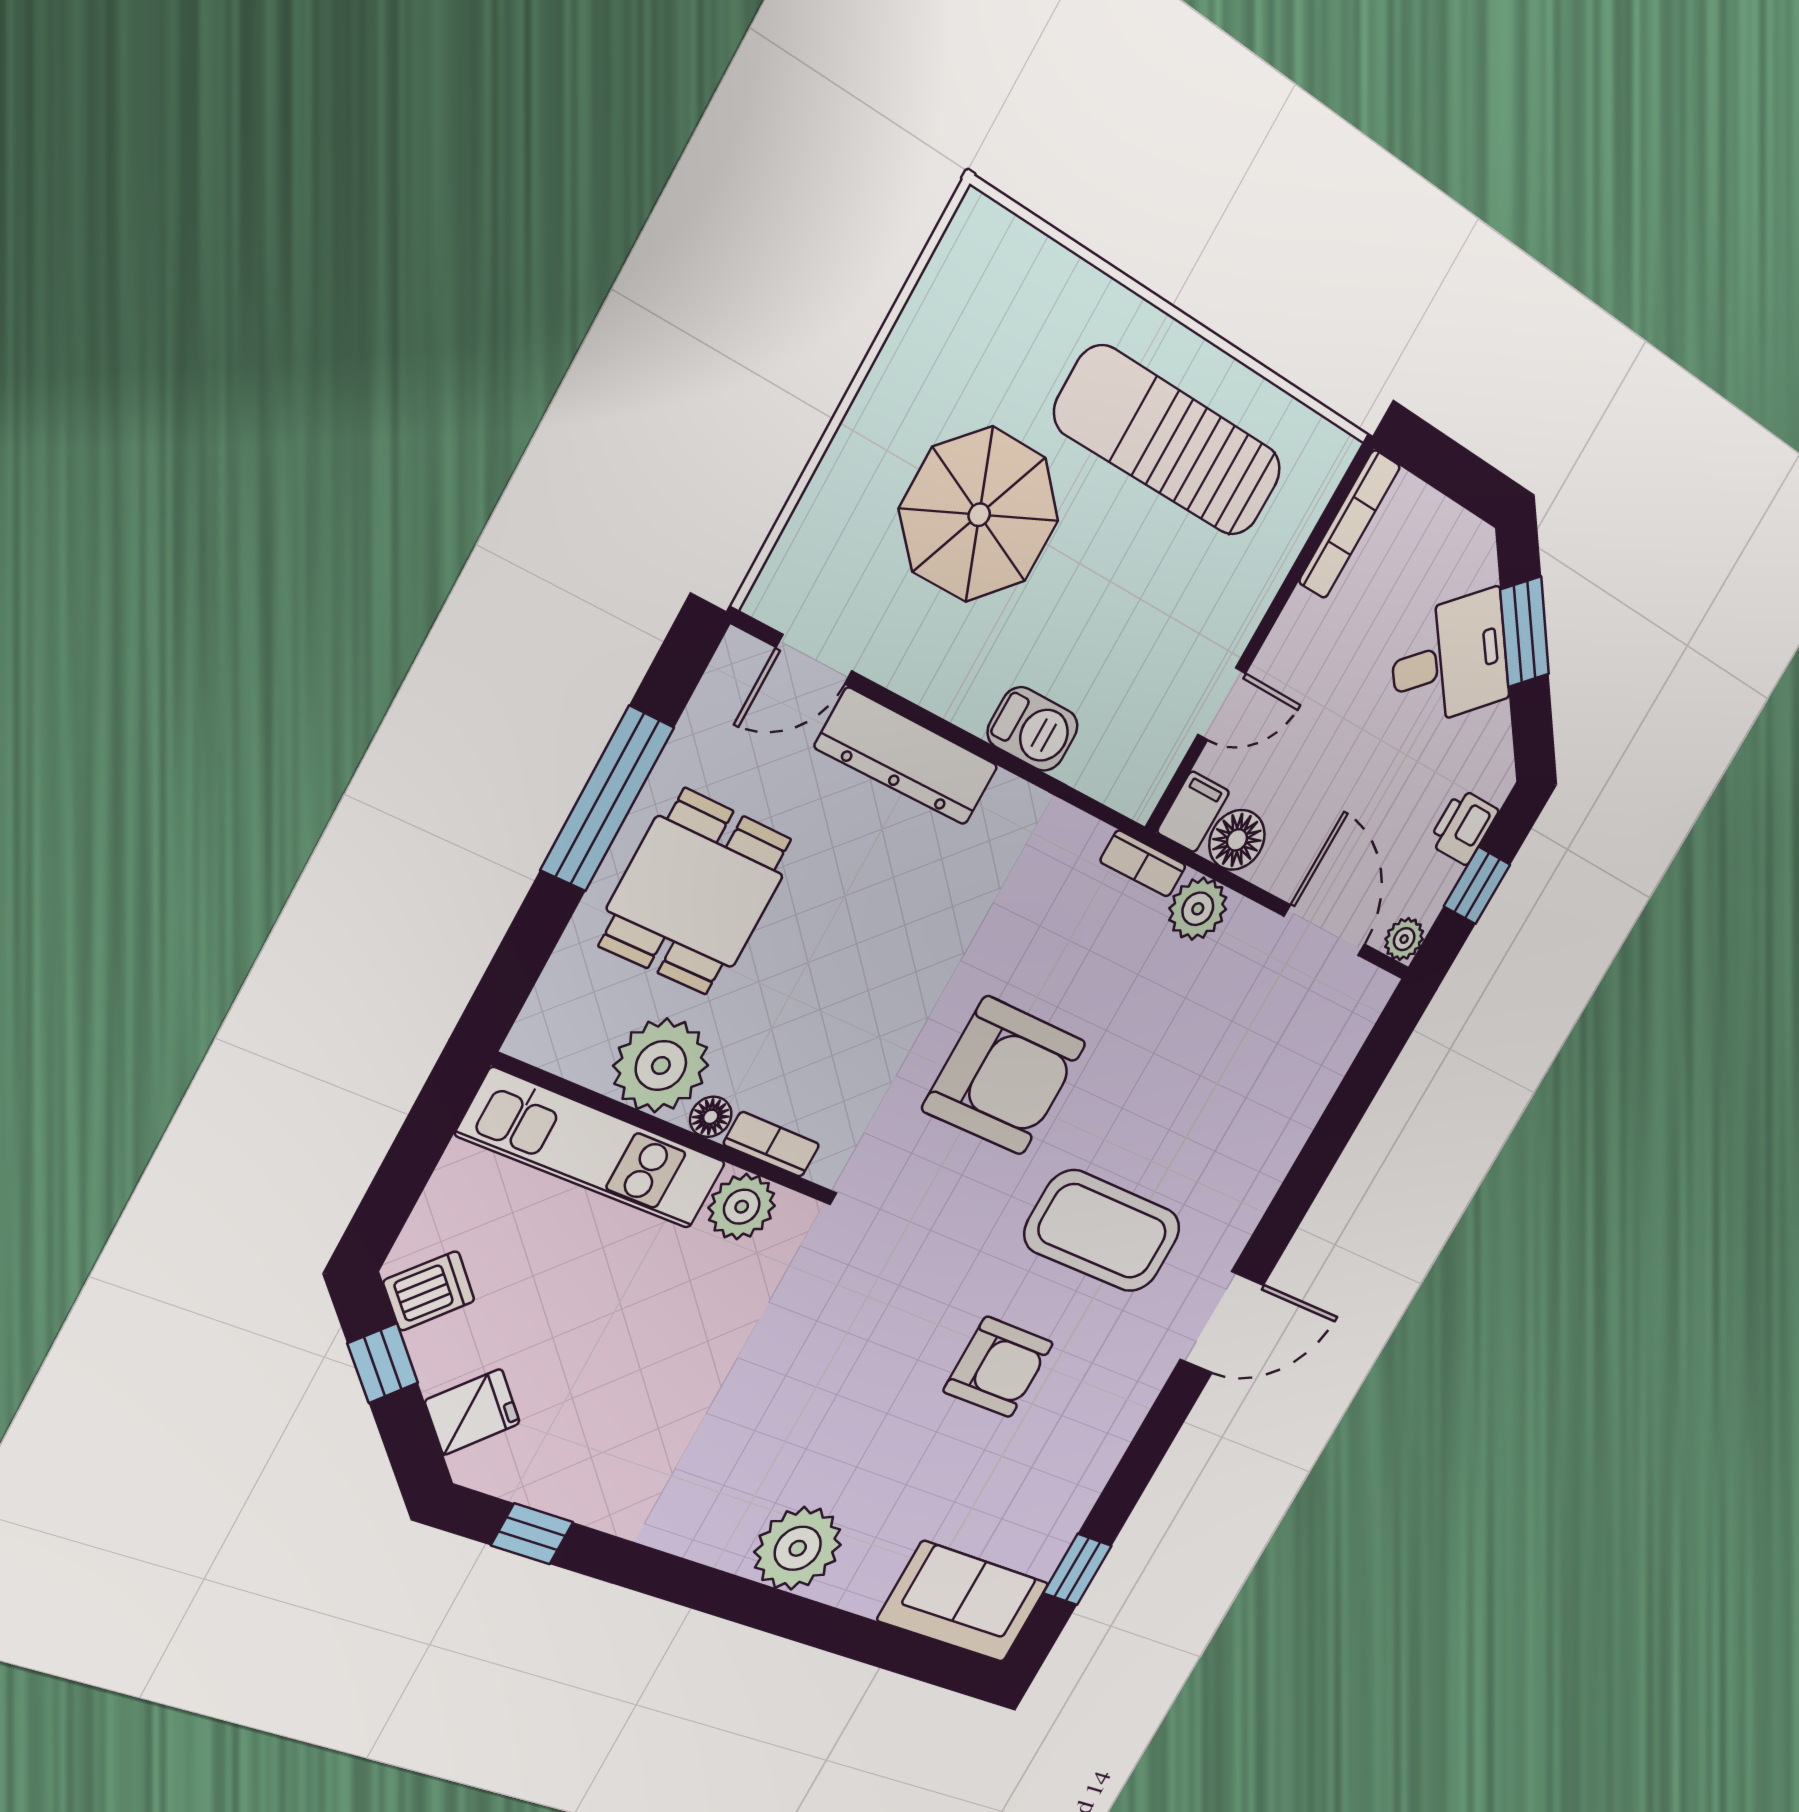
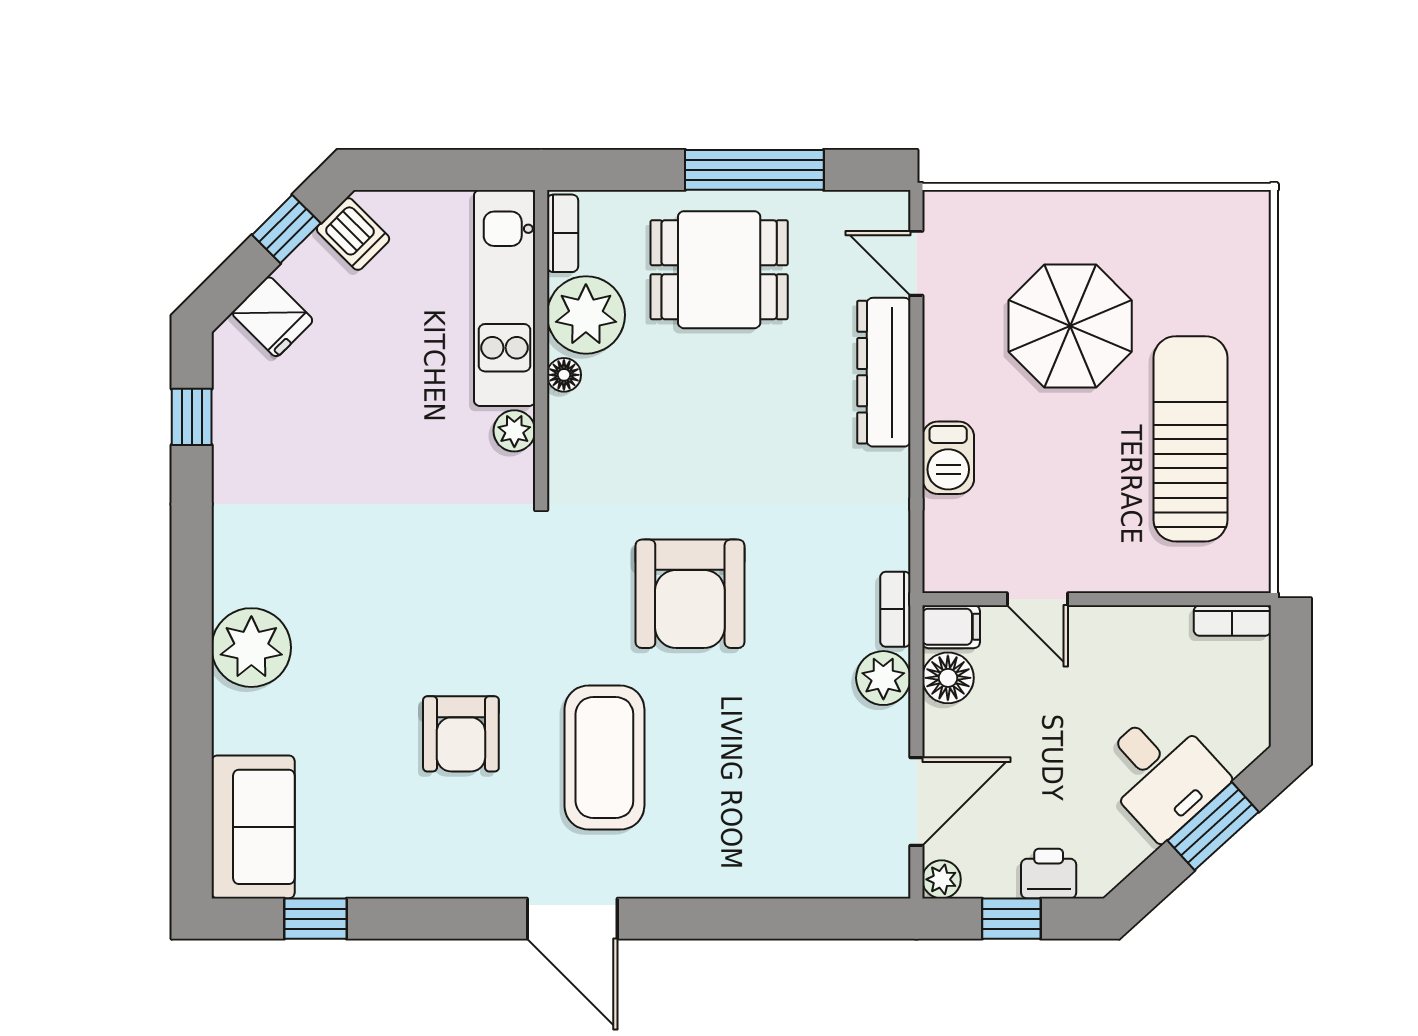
bookcase: (1349, 524) -> (1232, 621), width x0.64
bookcase: (771, 1144) -> (563, 233), moved
plant: (742, 1207) -> (514, 431), width x0.73, depth x0.73

